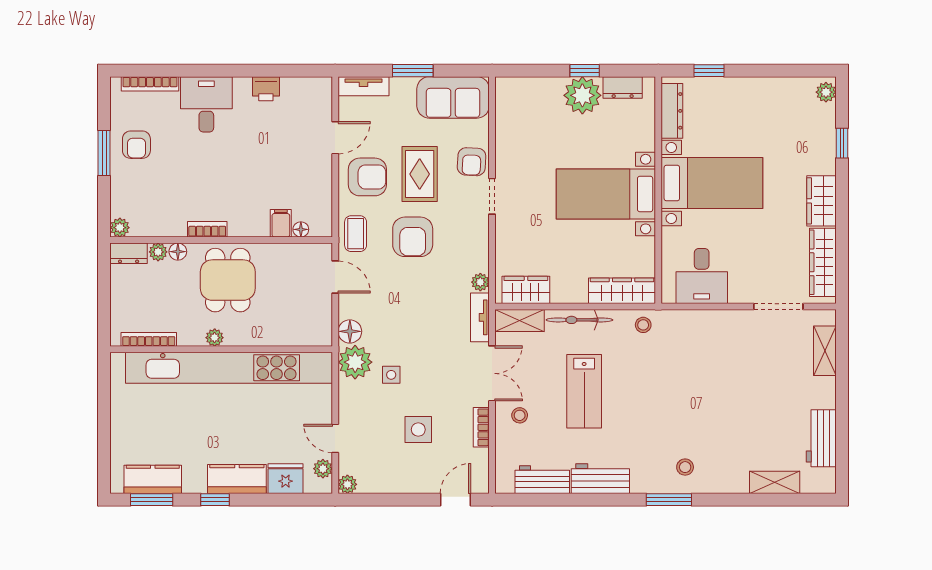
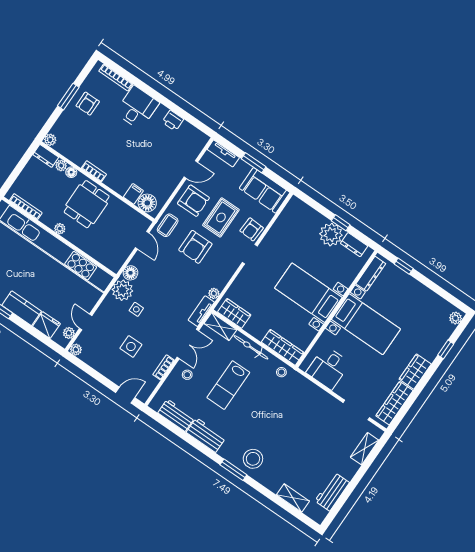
floor lamp: (301, 229) -> (147, 203), width x1.89, depth x1.89
stool: (685, 467) -> (253, 459), width x1.89, depth x1.89

